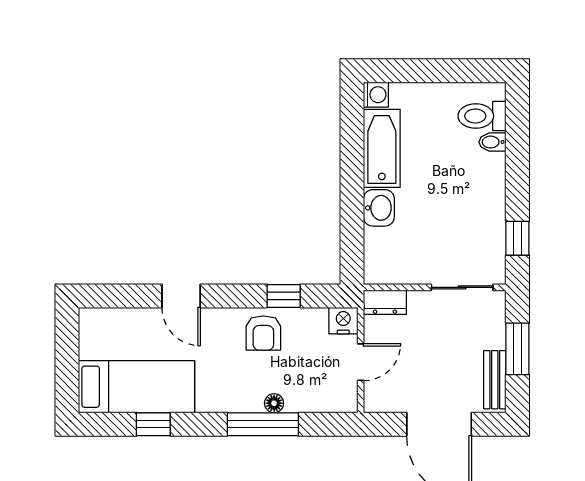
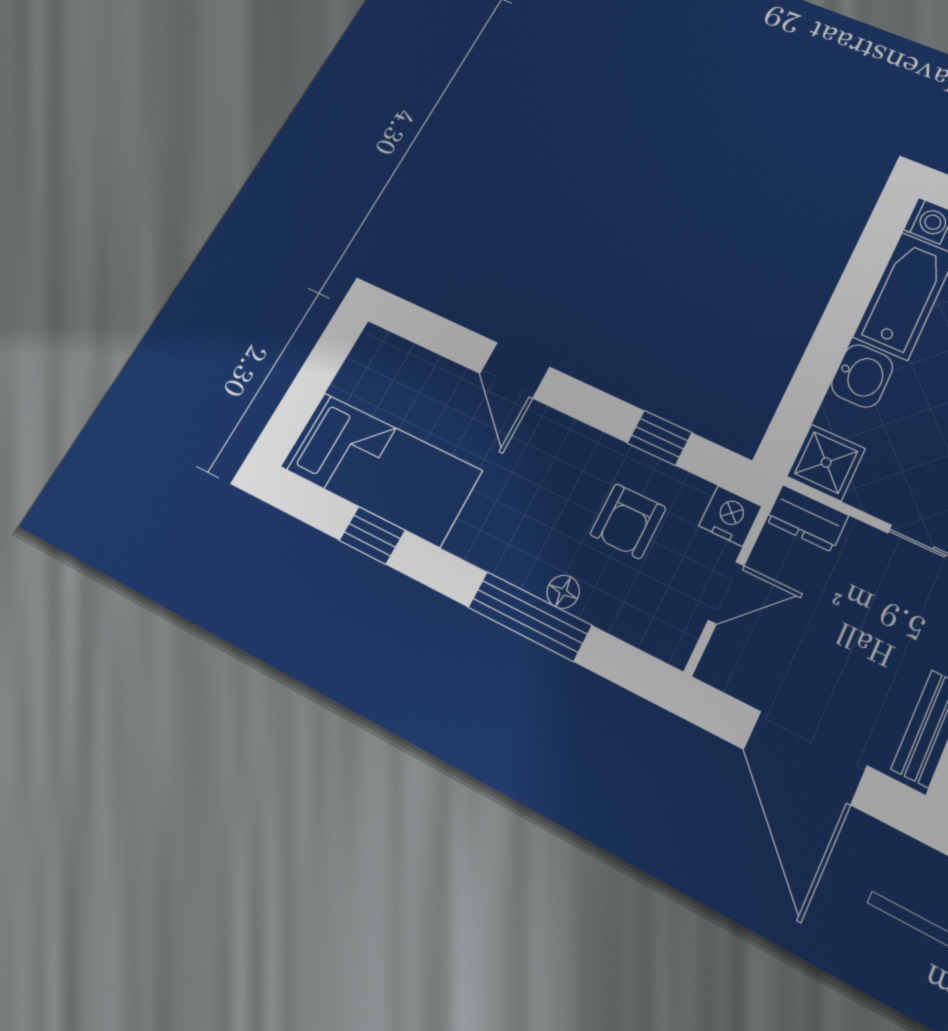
shower: (381, 267) -> (826, 462), added
armchair: (263, 333) -> (628, 521), moved

